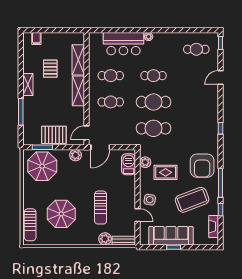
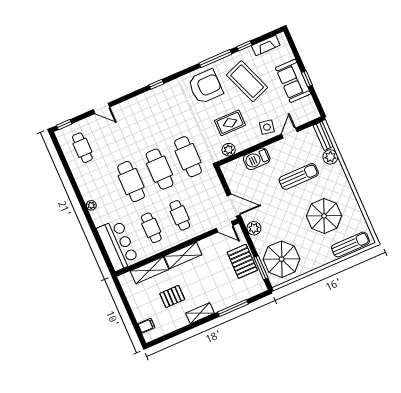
bar counter: (123, 44) -> (118, 245), moved
cafe table: (154, 76) -> (131, 182), width x1.37, depth x1.35
barbecue: (129, 164) -> (257, 159), moved
rug: (166, 172) -> (230, 123), turned 90
sofa: (171, 236) -> (293, 81), width x0.73

